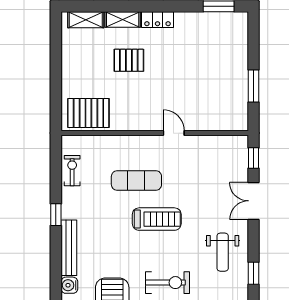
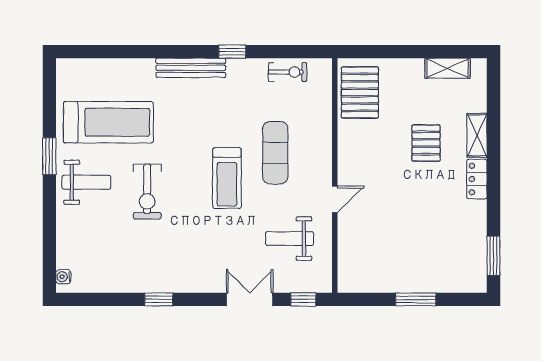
shelving: (86, 20) -> (448, 68), moved, turned 90
window: (253, 86) -> (416, 299), moved
weight bench: (223, 252) -> (290, 239), moved
water cooler: (69, 285) -> (144, 68), removed

